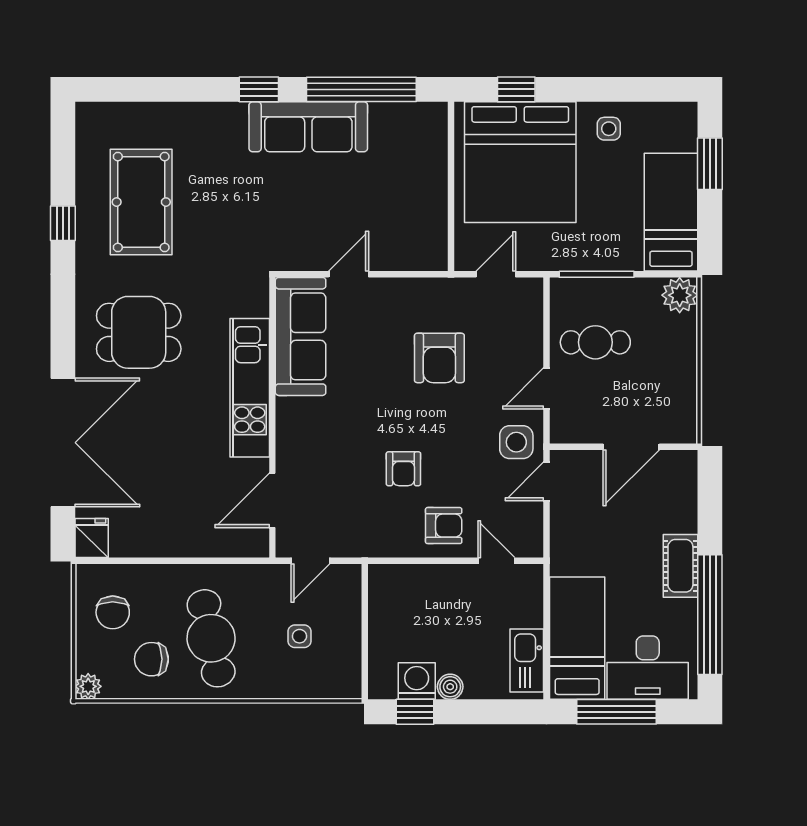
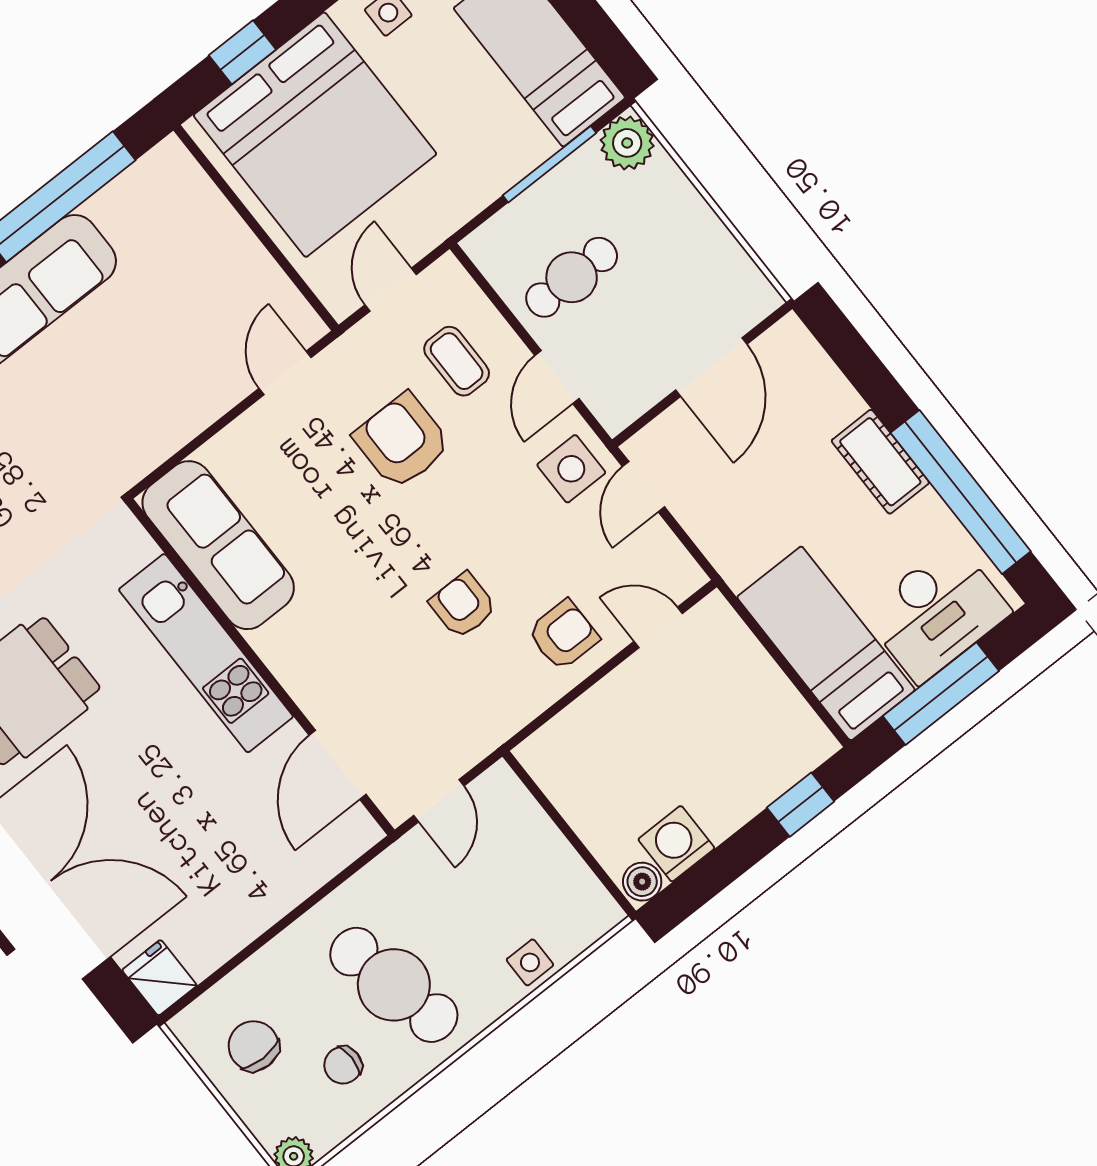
door: (349, 274) -> (285, 373), moved
window: (597, 274) -> (550, 164), moved
coffee table: (501, 339) -> (457, 361), added
armchair: (439, 358) -> (402, 441), turned 180
armchair: (403, 469) -> (463, 605), turned 180
chair: (113, 612) -> (254, 1046), turned 180
side table: (299, 636) -> (530, 962), moved
chair: (151, 659) -> (343, 1065), width x0.73, depth x0.73
kitchen sink: (527, 660) -> (787, 717), removed
boiler: (450, 687) -> (642, 882), moved
window: (415, 712) -> (800, 805), moved

